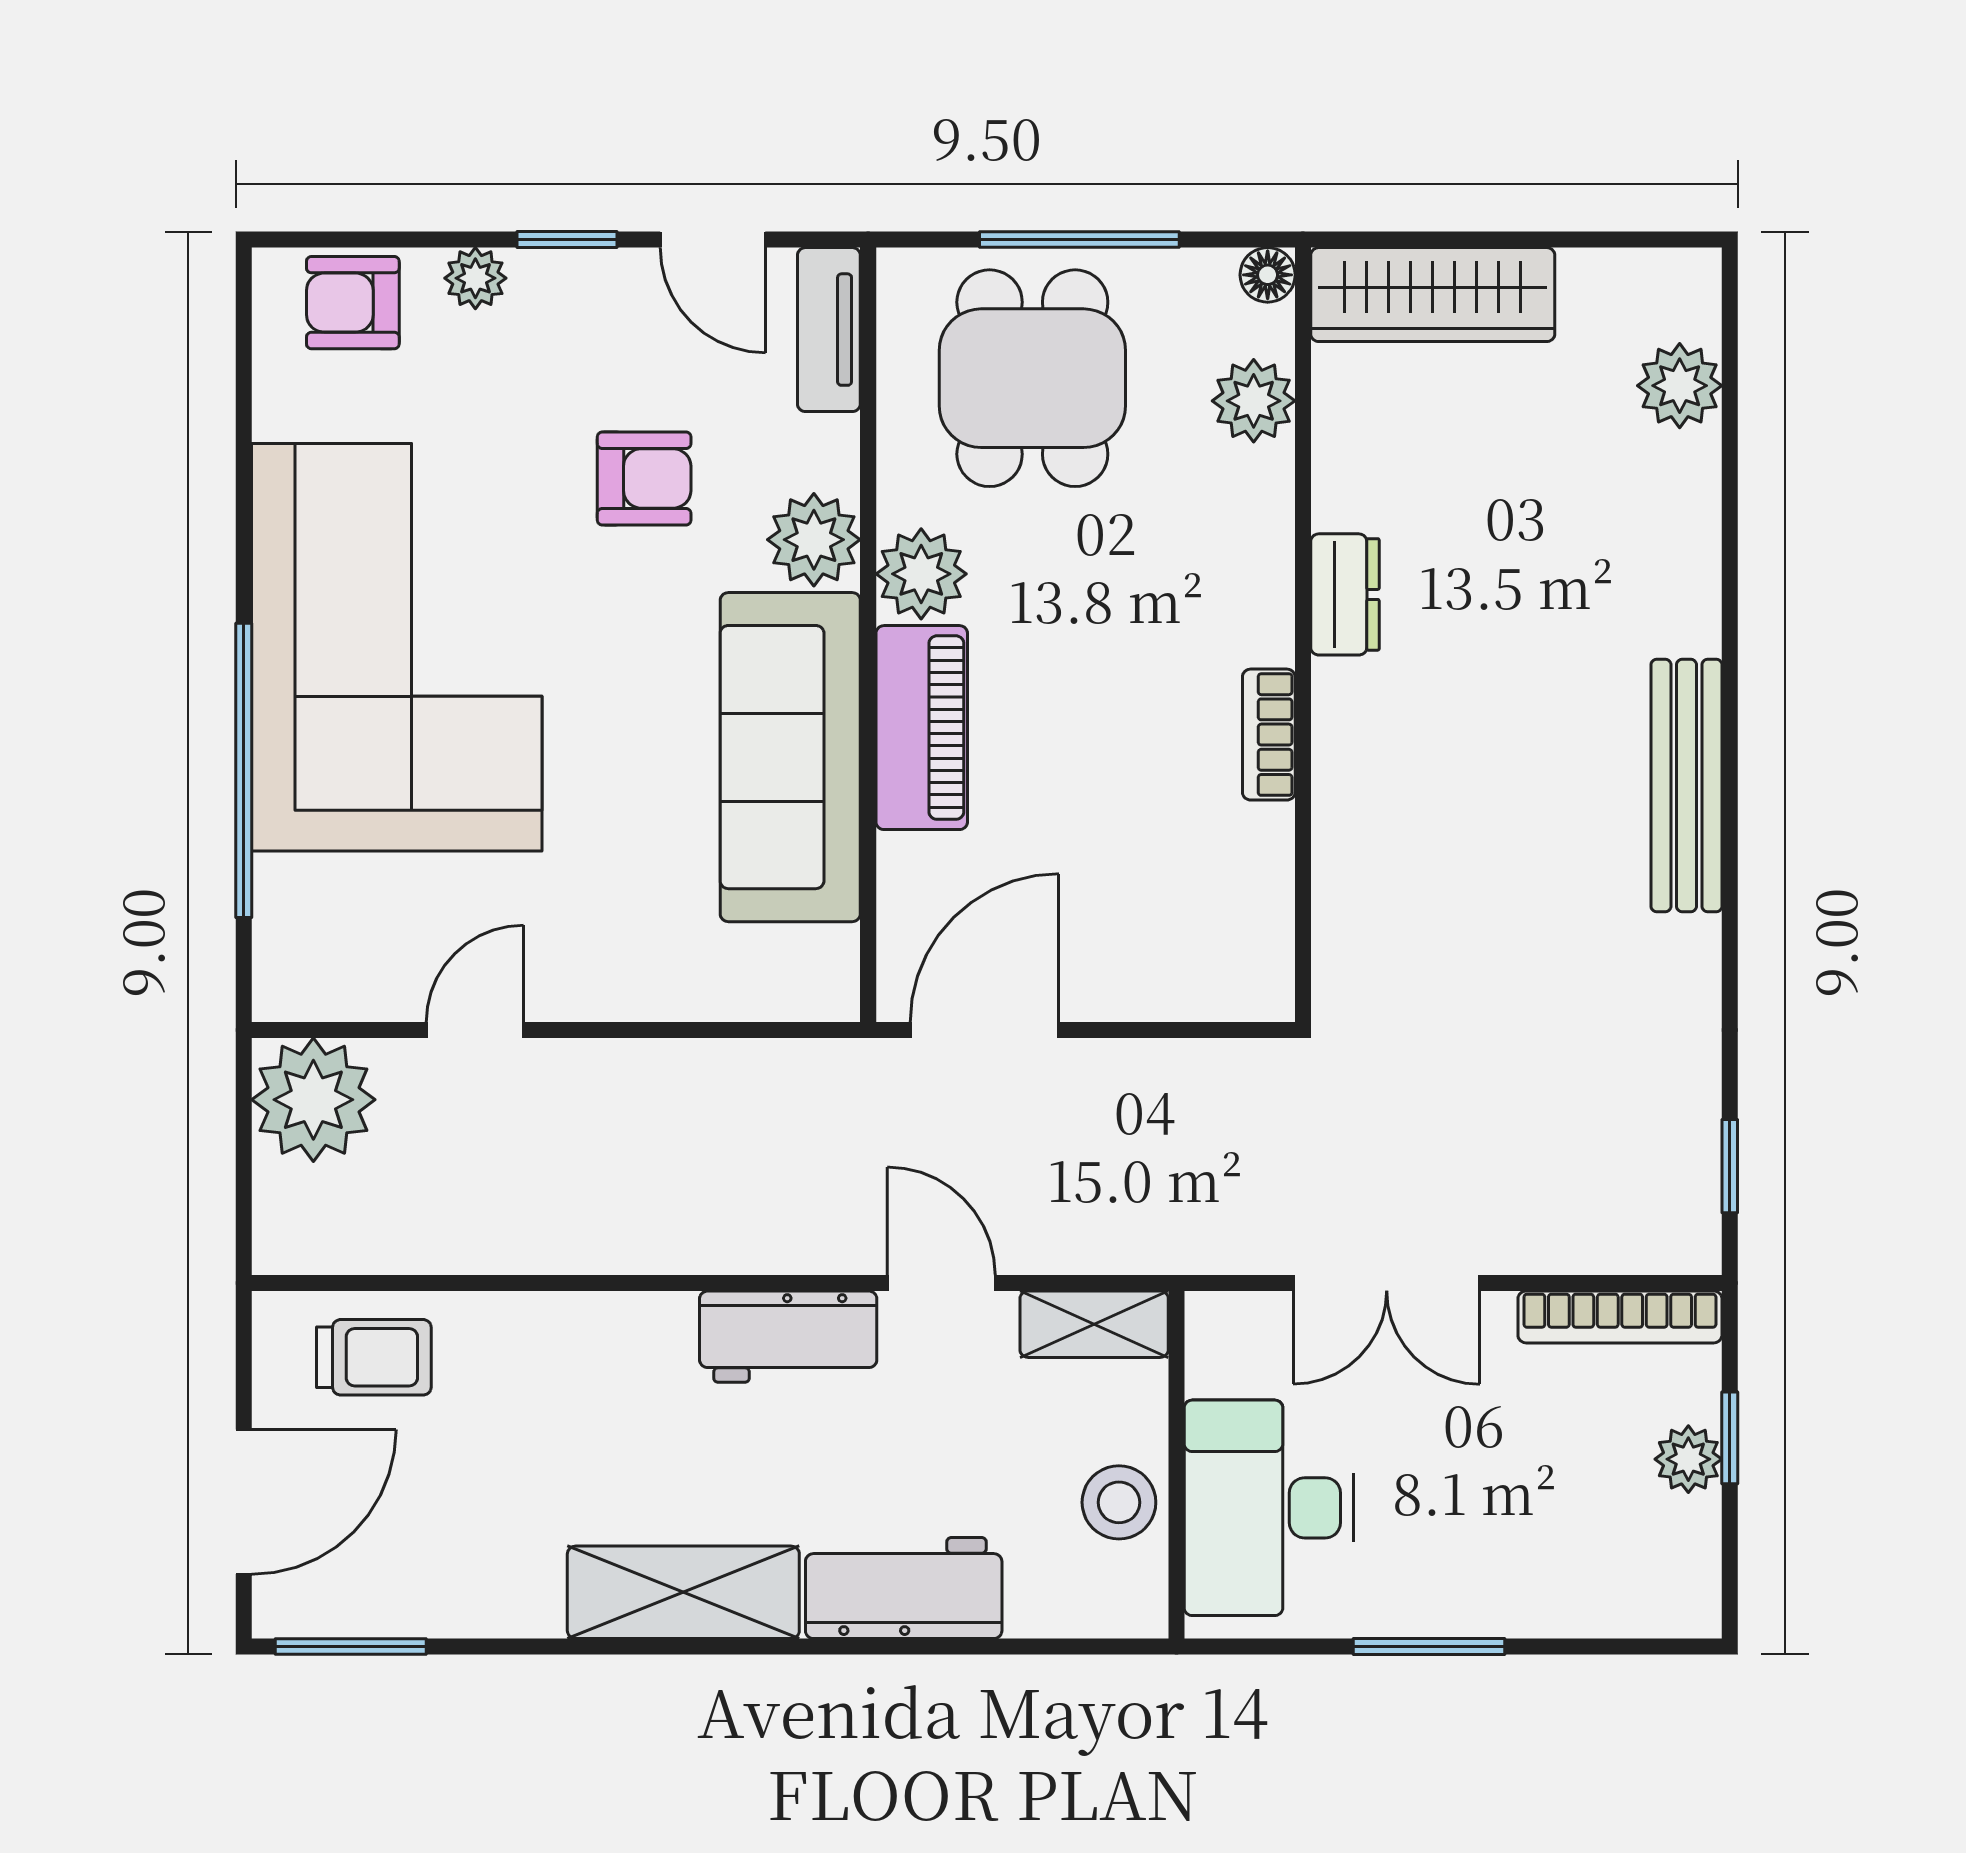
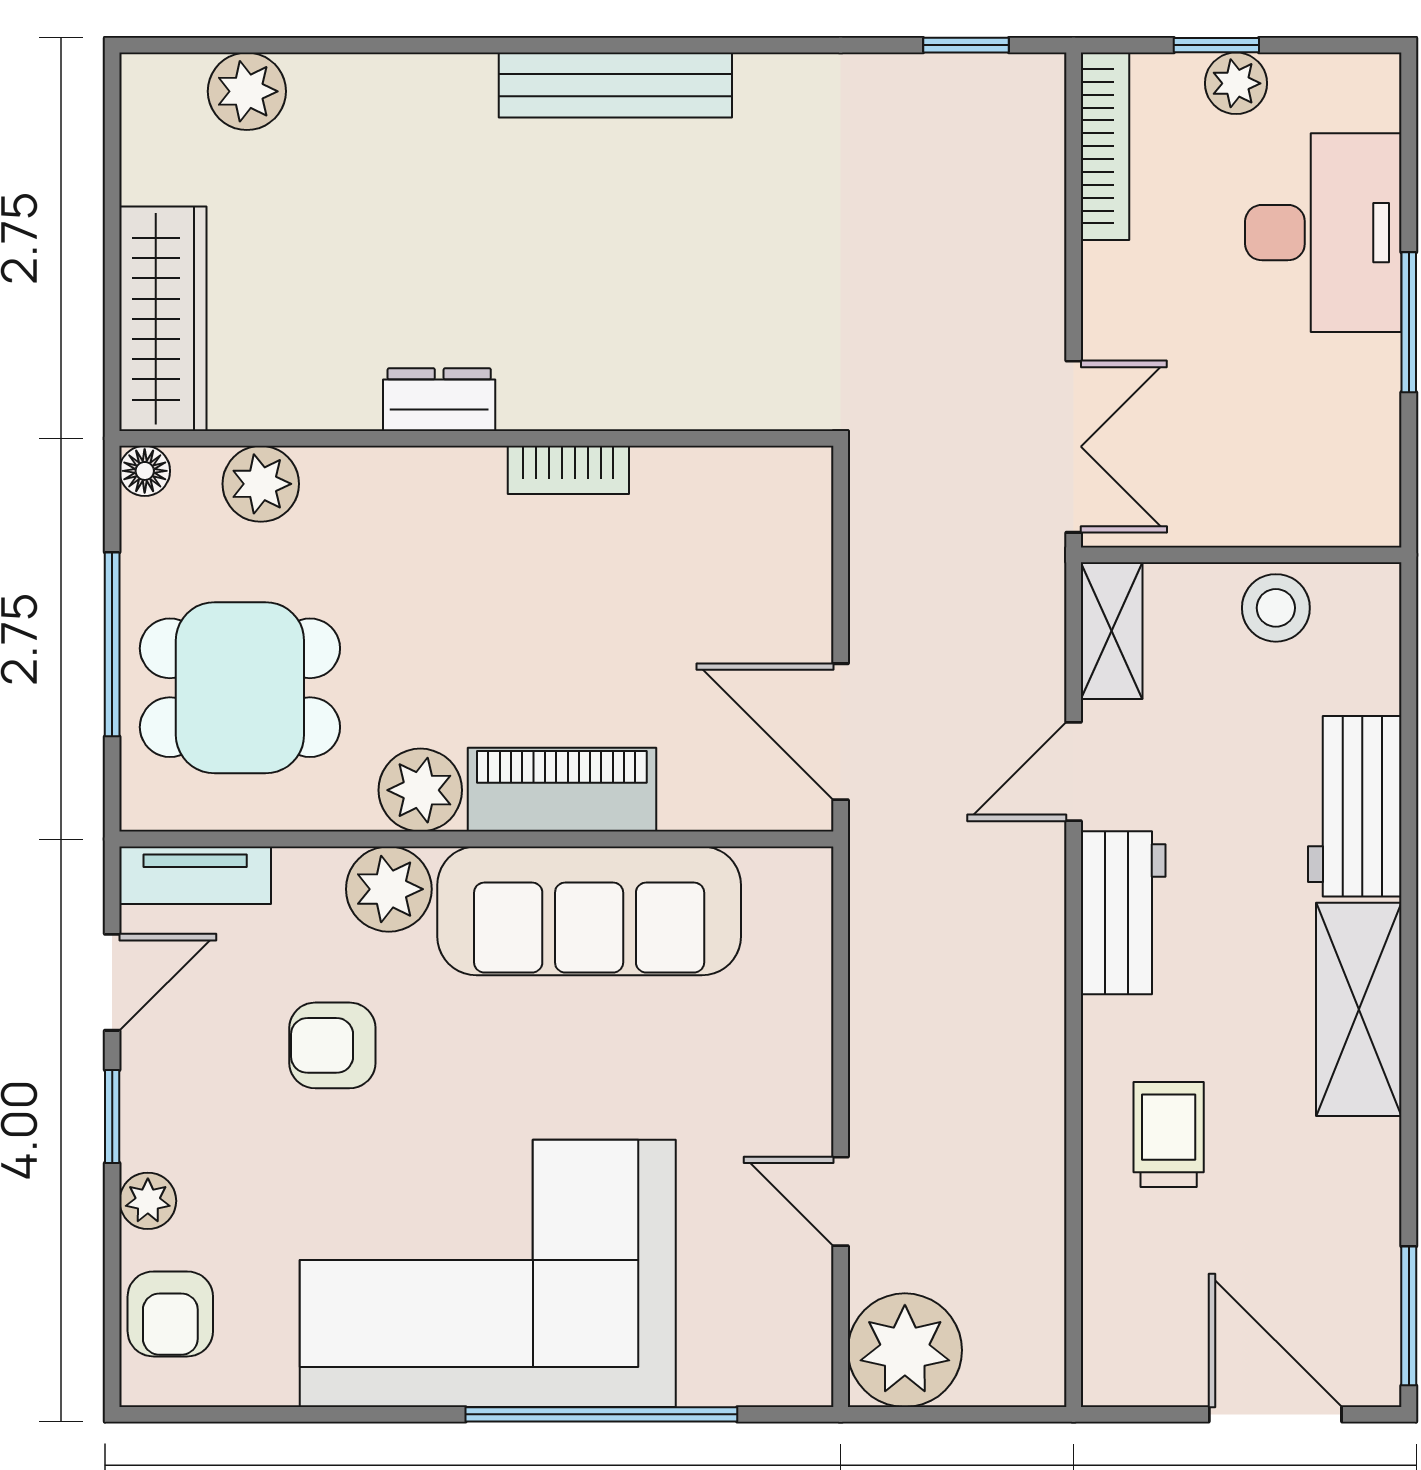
armchair: (644, 478) -> (332, 1045), turned -90
double door: (1387, 1283) -> (1074, 447), moved
trolley: (374, 1357) -> (1169, 1134), moved
desk: (1269, 1508) -> (1323, 233), moved, turned -90

